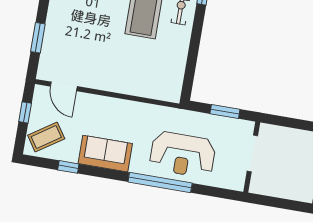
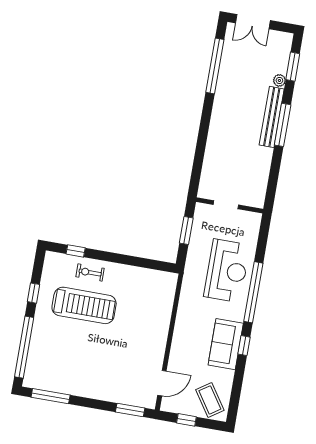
window: (38, 38) -> (130, 410), moved
doorway: (252, 153) -> (226, 205), width x0.73
window: (68, 167) -> (244, 346), moved

